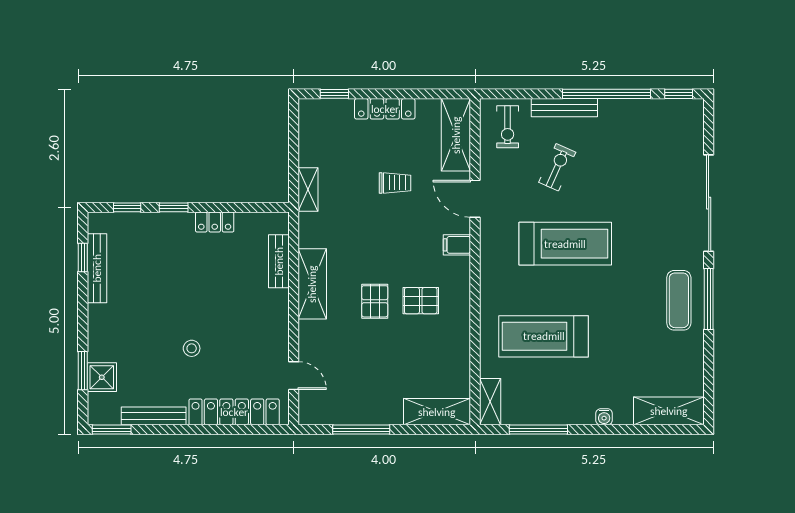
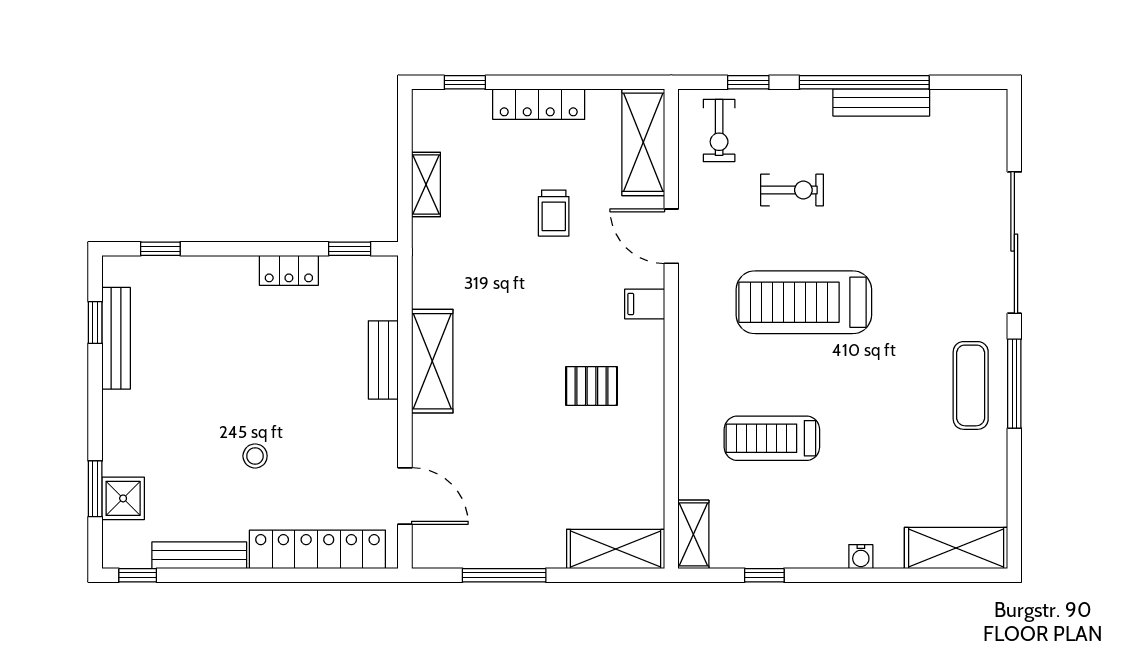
window: (679, 94) -> (748, 82), moved
bench: (564, 108) -> (881, 102), moved
exercise bike: (557, 167) -> (792, 190), turned 66
trolley: (395, 183) -> (554, 213), turned 90
shelving: (308, 189) -> (426, 185), moved
window: (174, 207) -> (350, 249), moved
treadmill: (565, 244) -> (804, 302), turned 180
bench: (279, 261) -> (383, 360), moved
pallet: (375, 301) -> (524, 387), removed
treadmill: (544, 336) -> (772, 438), width x0.73, depth x0.73
door: (294, 376) -> (405, 496), width x1.38
window: (112, 430) -> (138, 575), width x0.67
window: (538, 430) -> (764, 575), width x0.46

